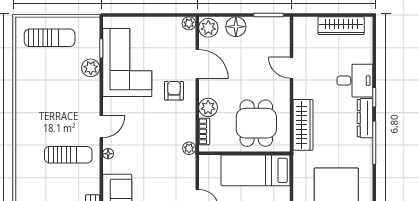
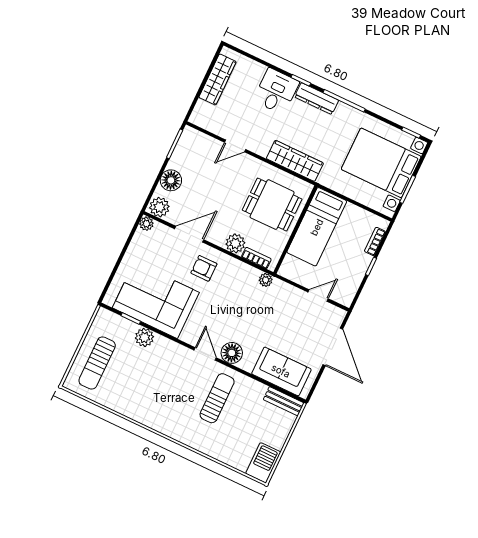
sun lounger: (50, 38) -> (97, 363), turned 180
floor lamp: (108, 154) -> (232, 353), width x1.89, depth x1.89

